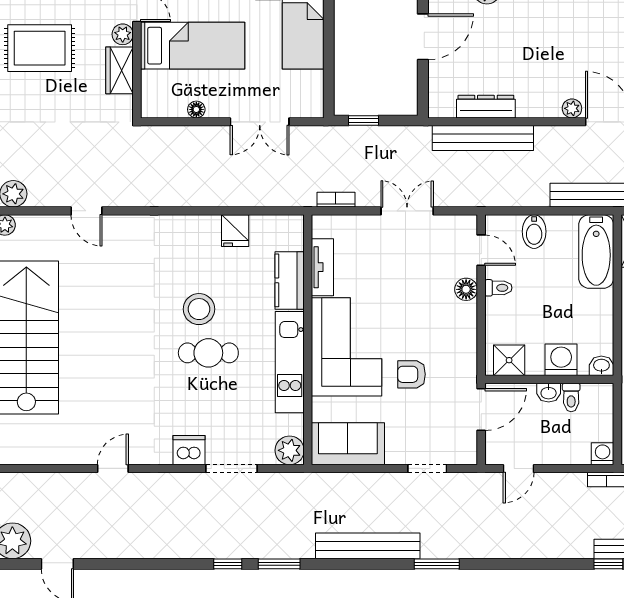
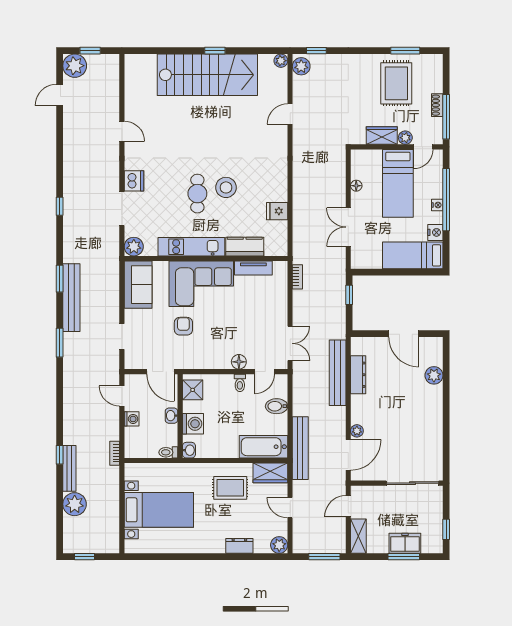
double door: (407, 211) -> (290, 343), moved
toilet: (571, 397) -> (168, 452), moved
washing machine: (603, 454) -> (132, 419), moved
window: (279, 564) -> (60, 279), moved

